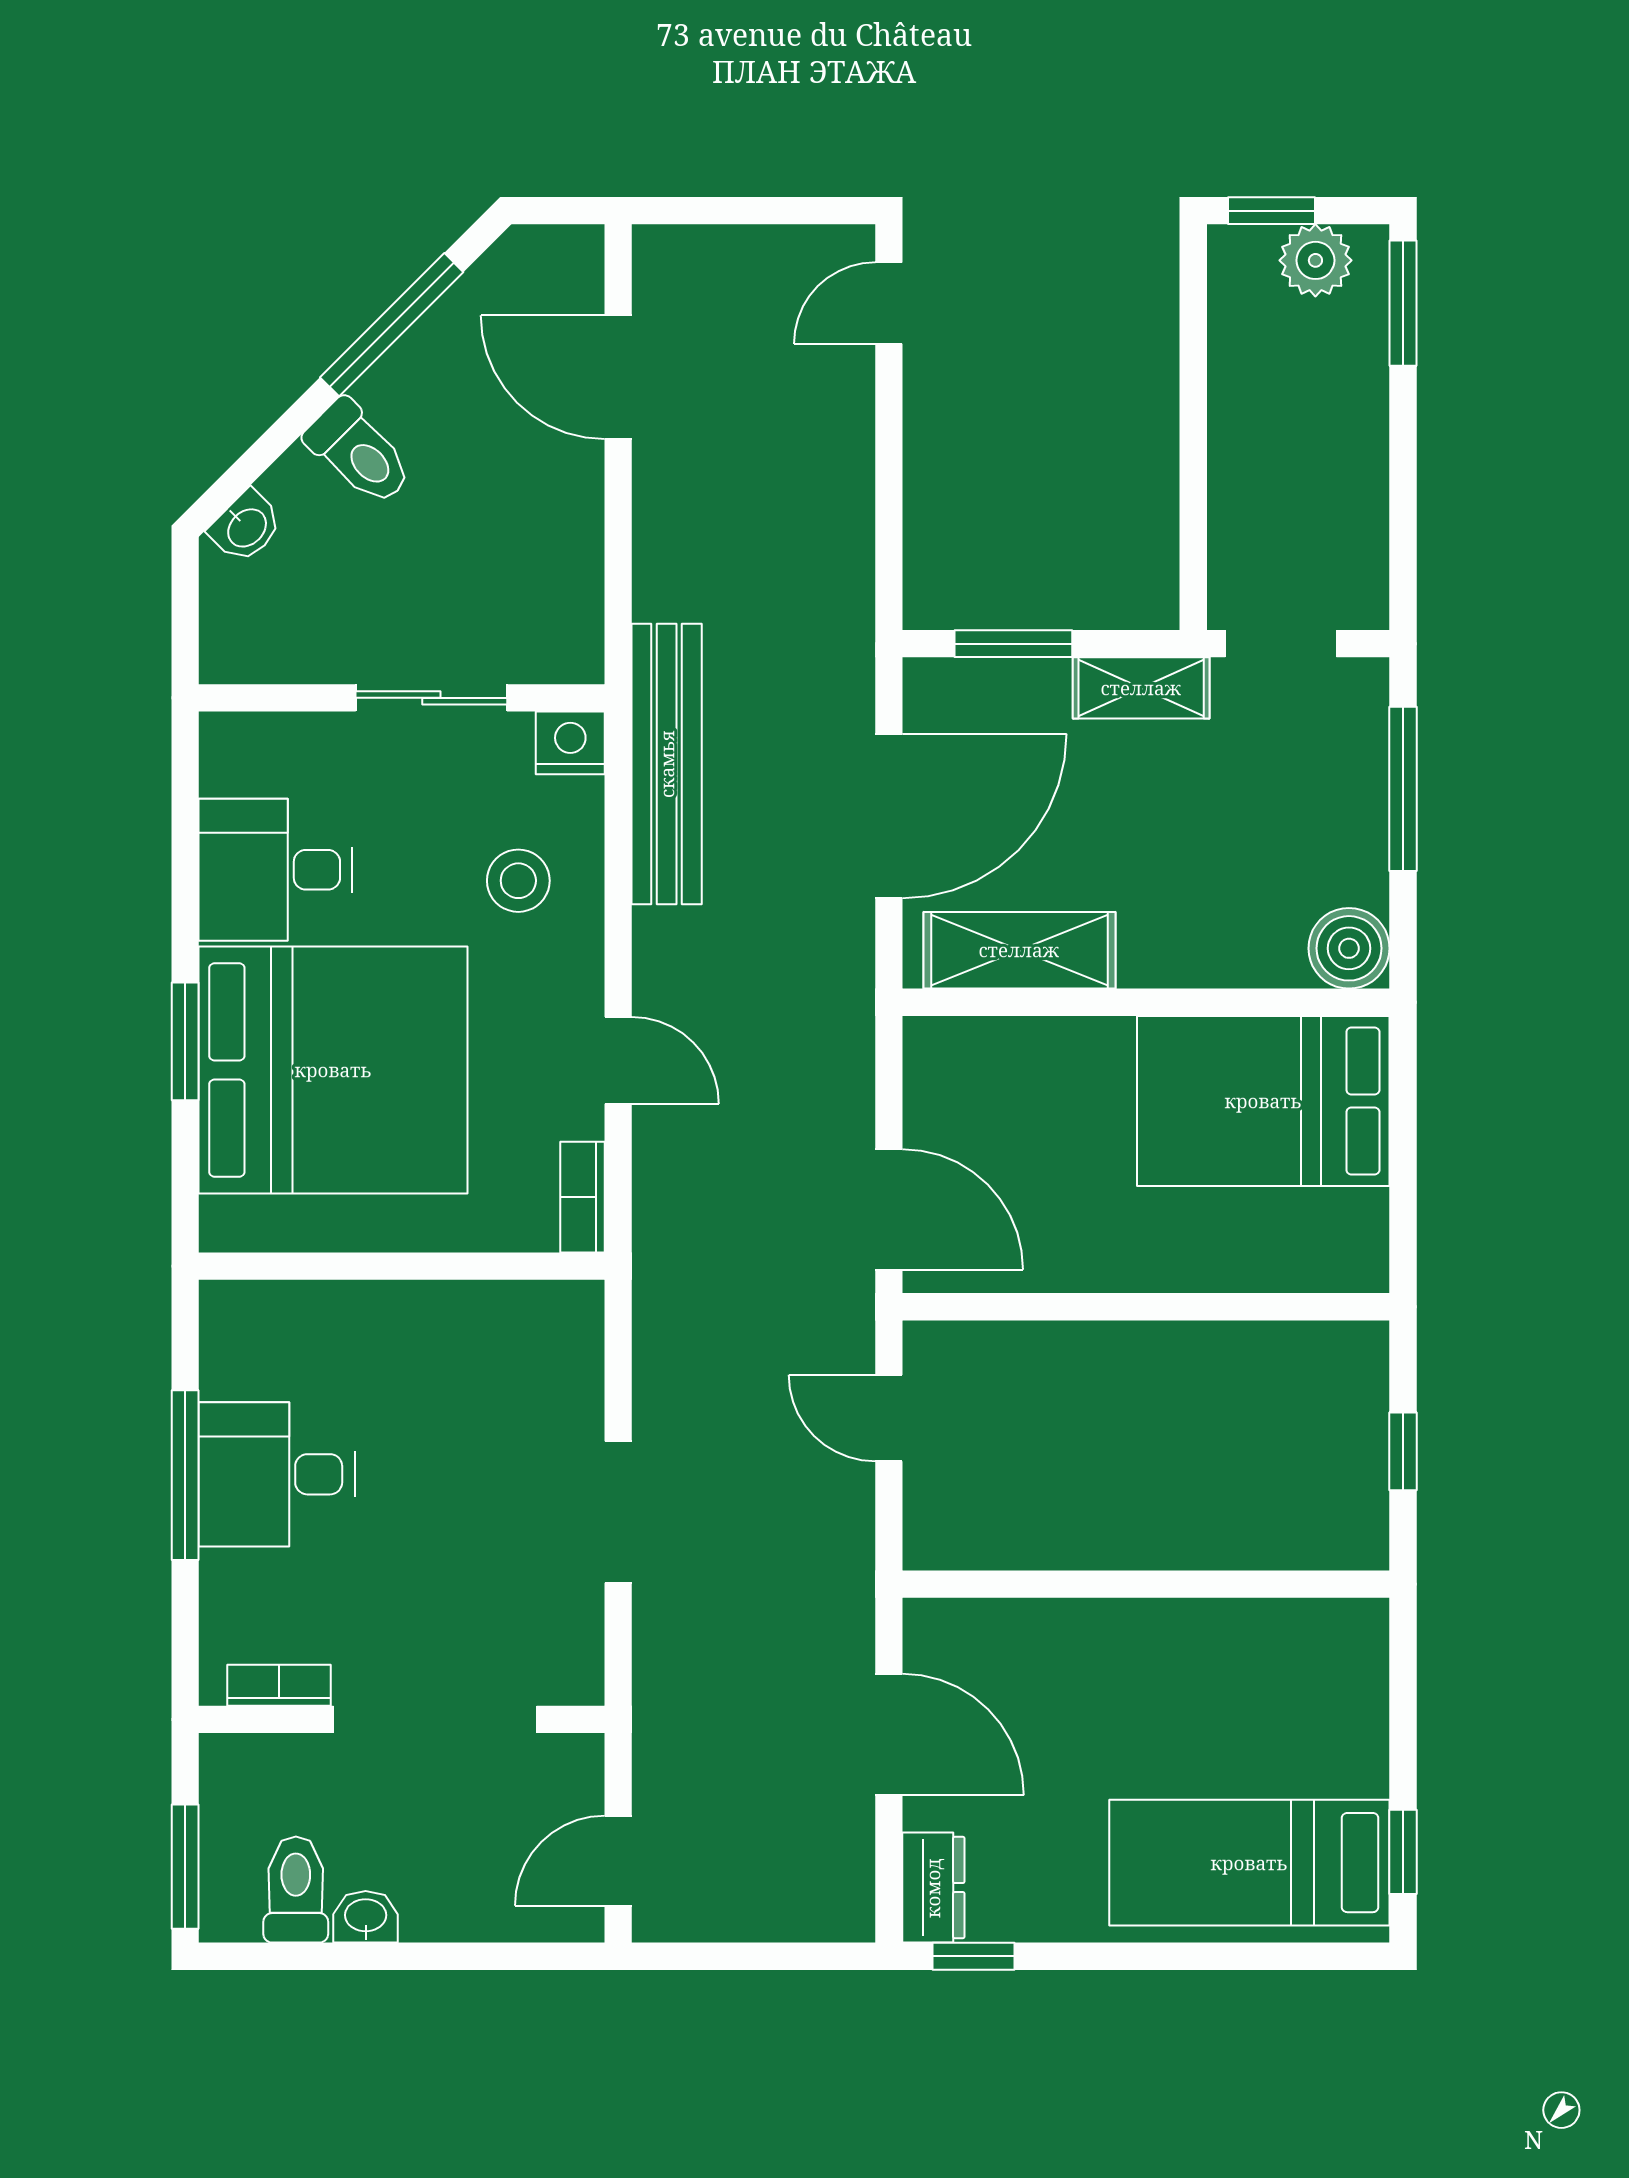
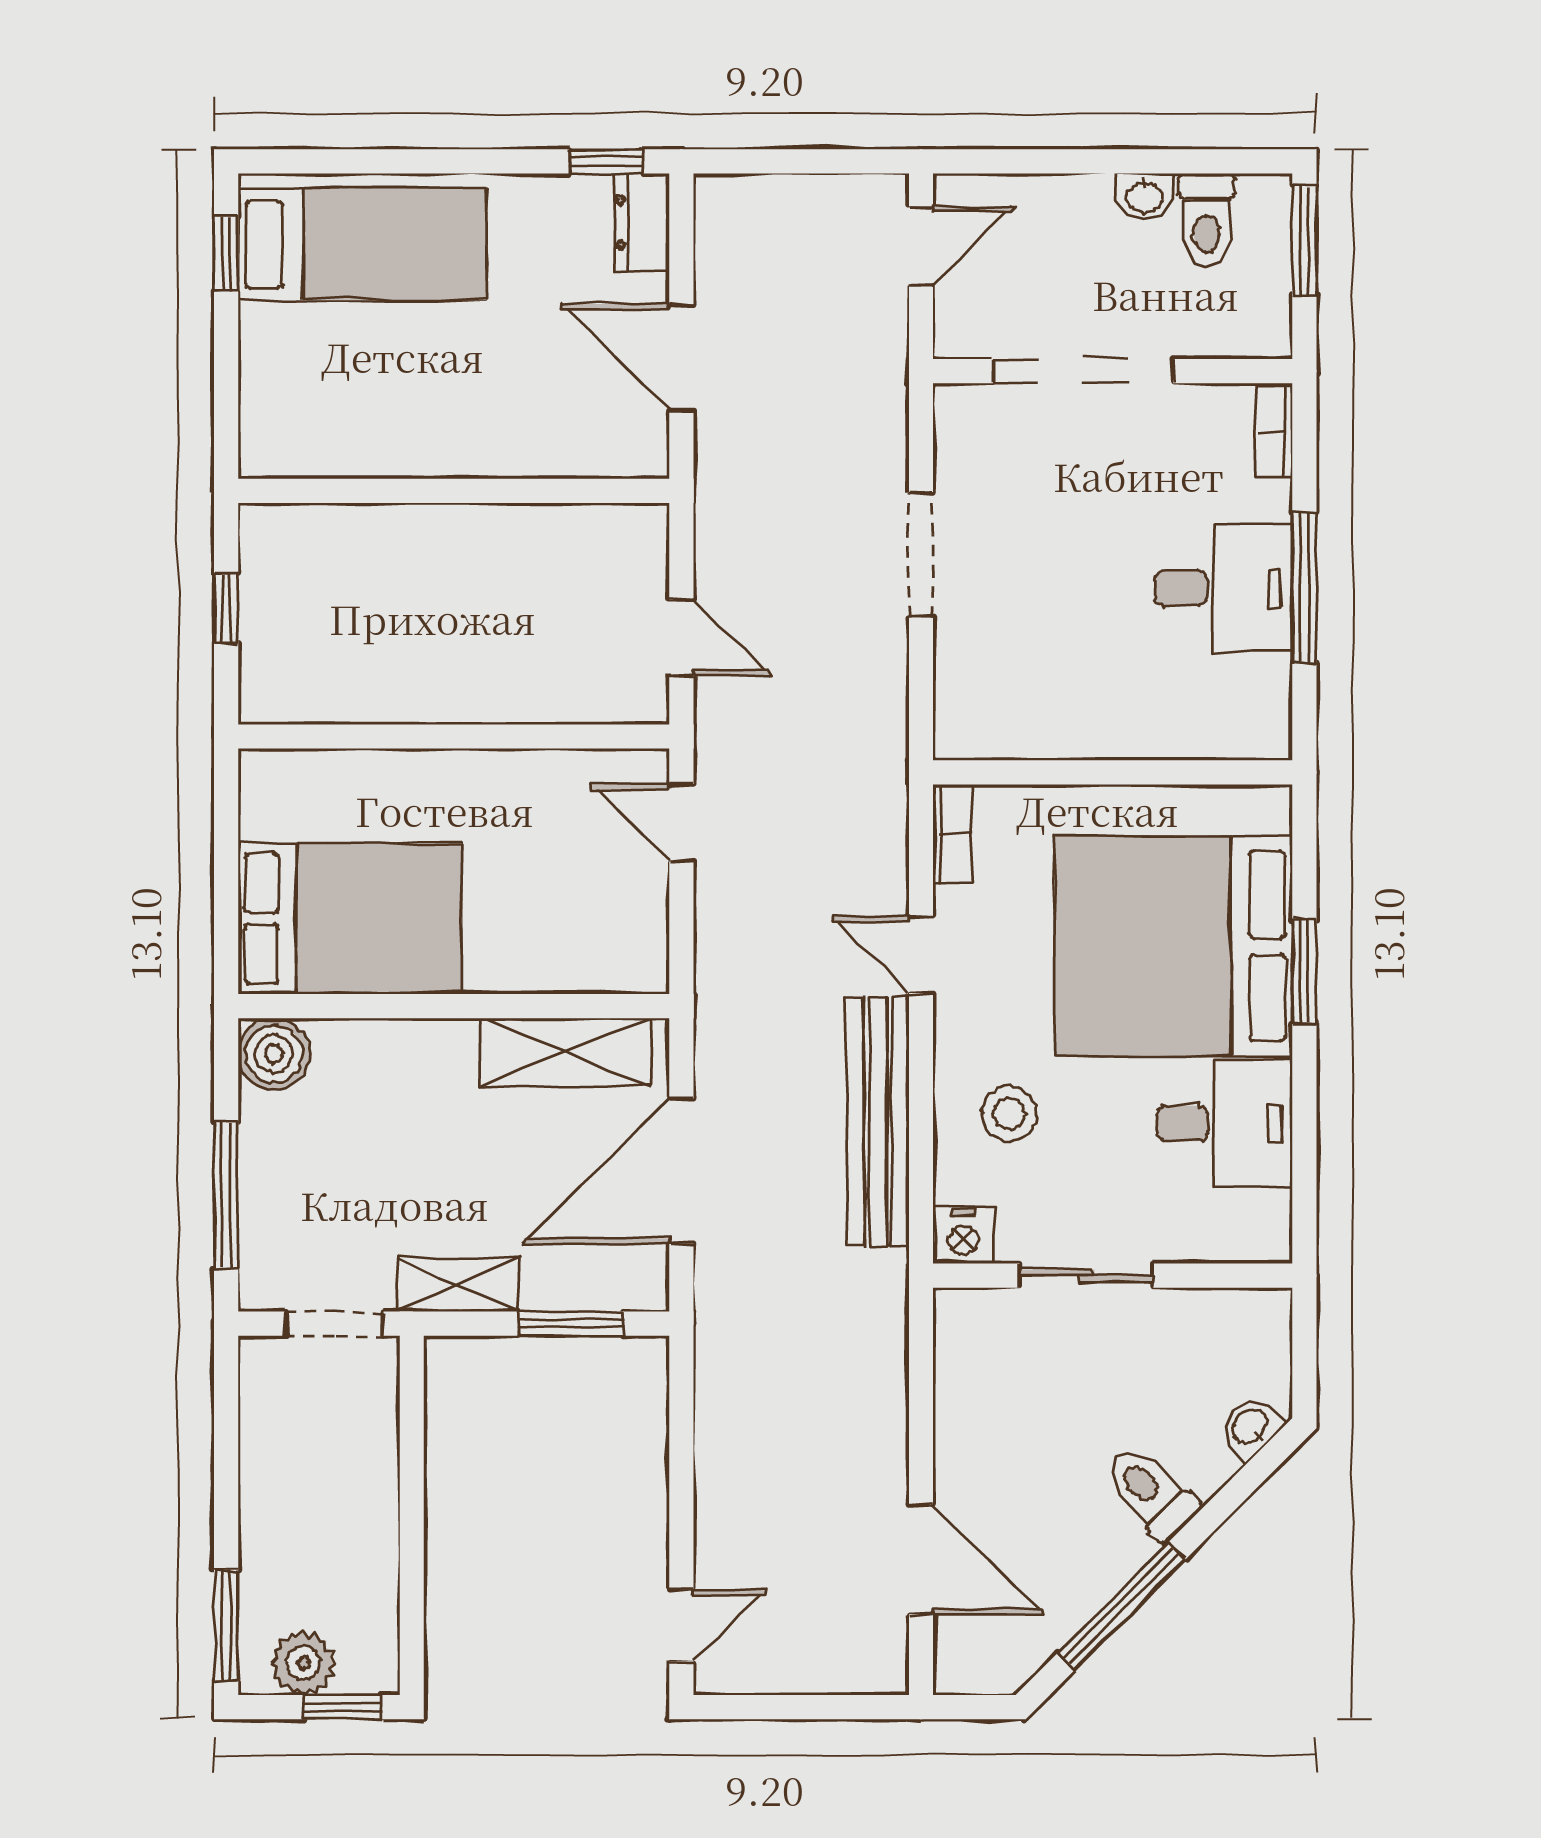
bench: (667, 764) -> (878, 1122), moved
door: (889, 1209) -> (681, 823), width x0.73
bookcase: (279, 1685) -> (1274, 431), moved, turned 90

